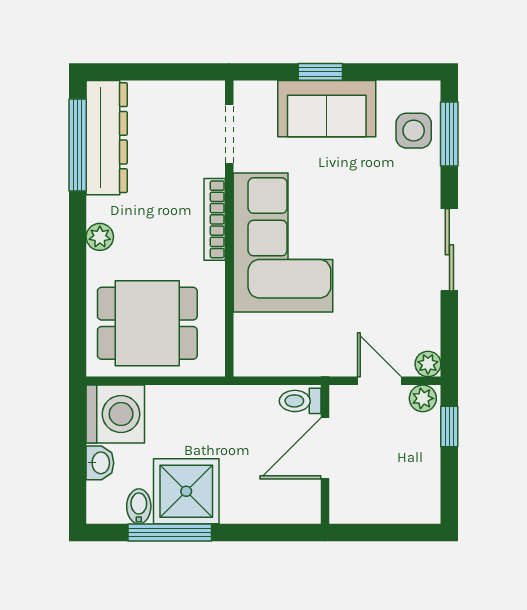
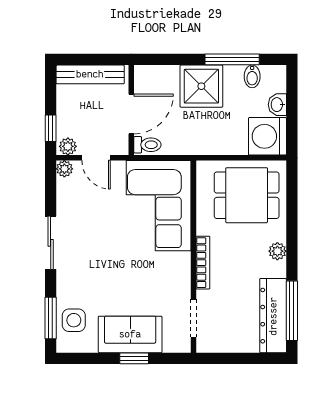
corner sofa: (283, 243) -> (159, 206), moved
shower: (186, 491) -> (201, 86), moved
bench: (388, 509) -> (90, 74), added

